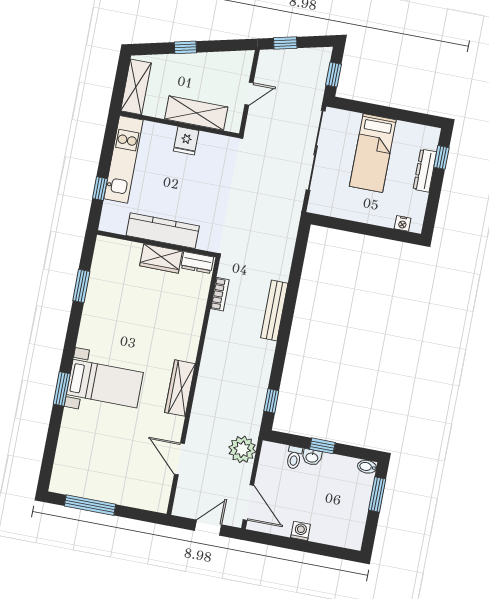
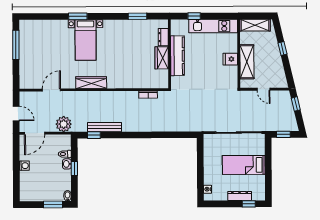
dresser: (197, 262) -> (163, 37), moved
bench: (274, 310) -> (105, 127), moved

